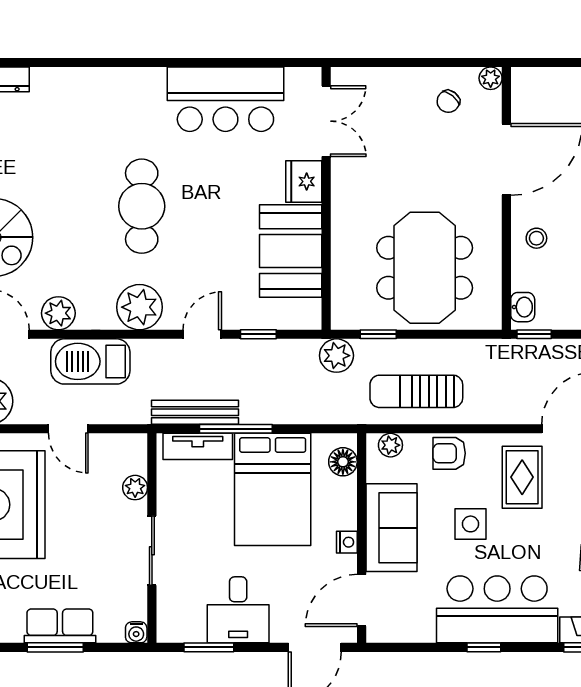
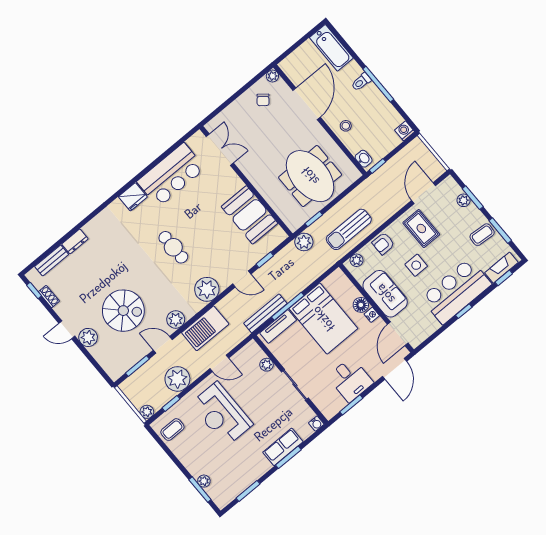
fridge: (304, 181) -> (133, 197), moved, turned -90
cafe table: (142, 206) -> (173, 247), width x0.73, depth x0.74
door: (202, 334) -> (242, 279), swing flipped
floor lamp: (343, 462) -> (361, 305), moved

